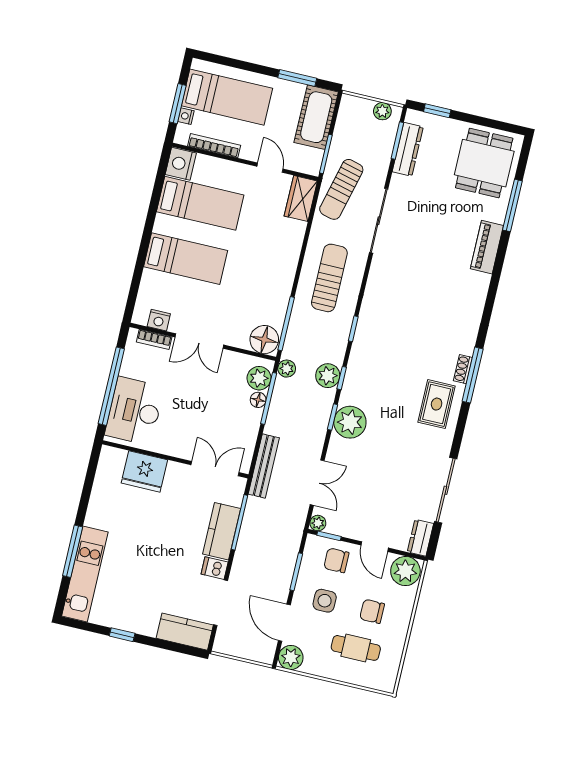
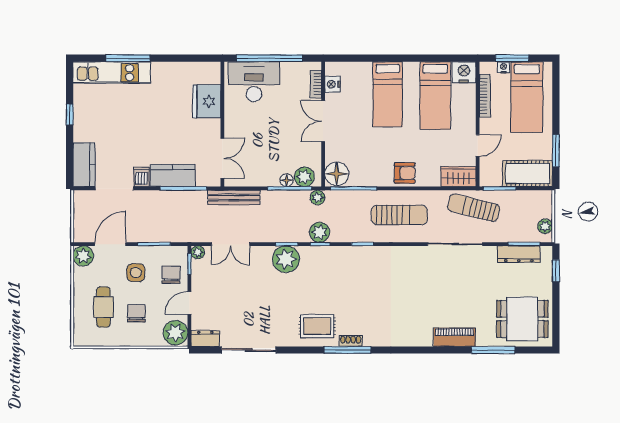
armchair: (282, 260) -> (405, 173), added

